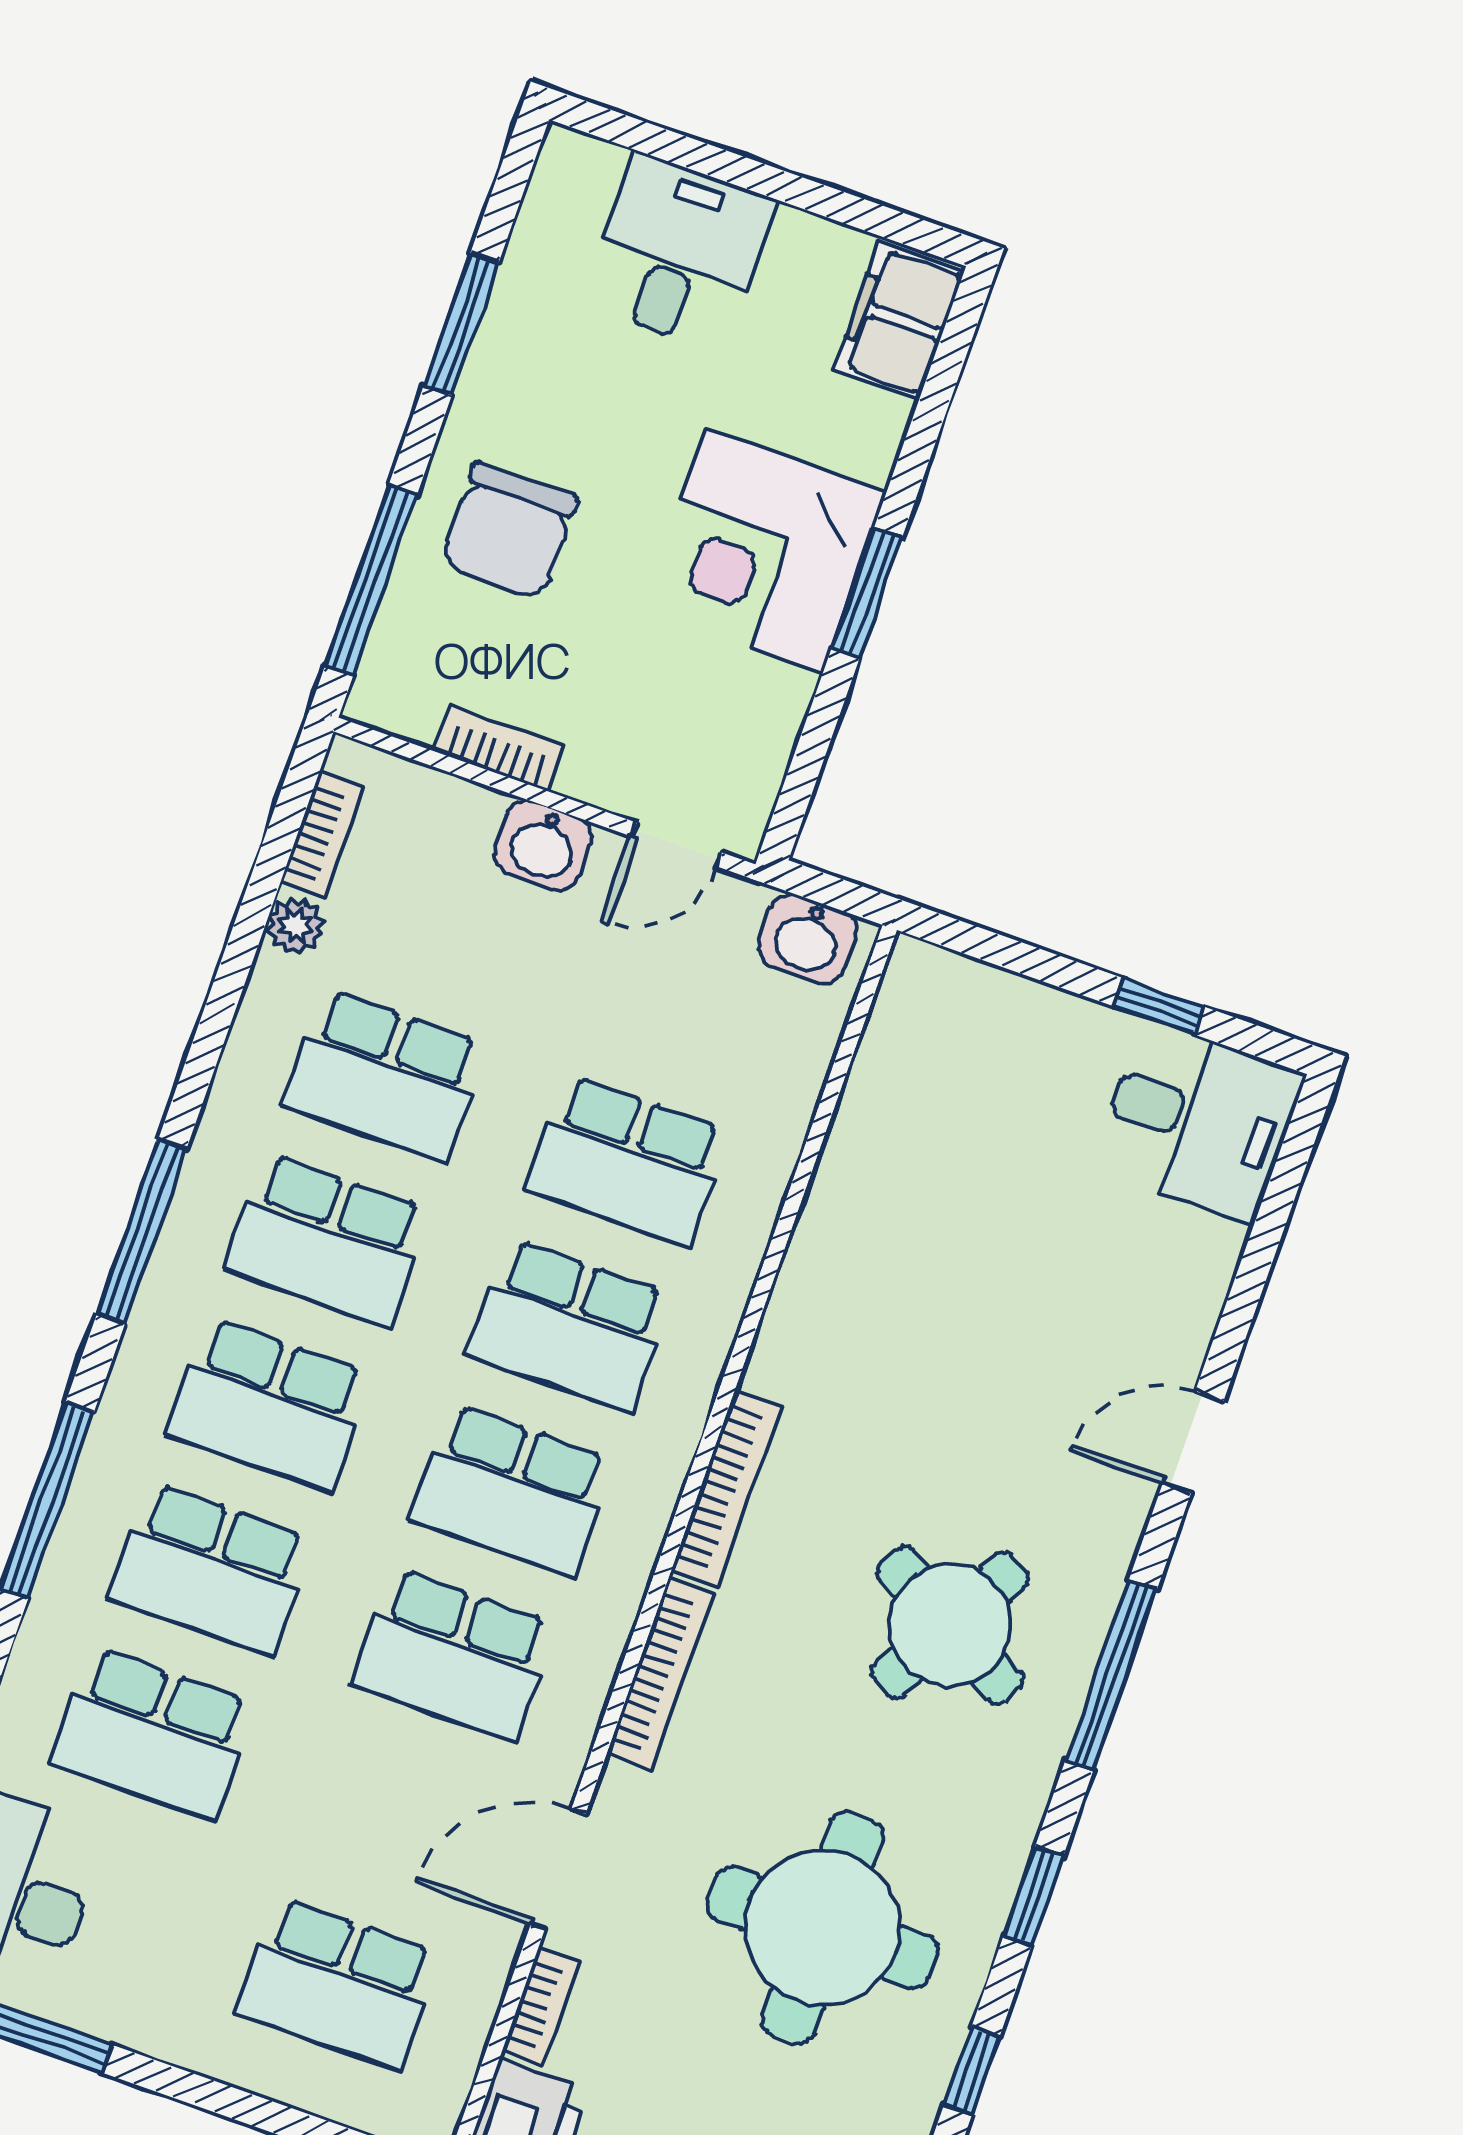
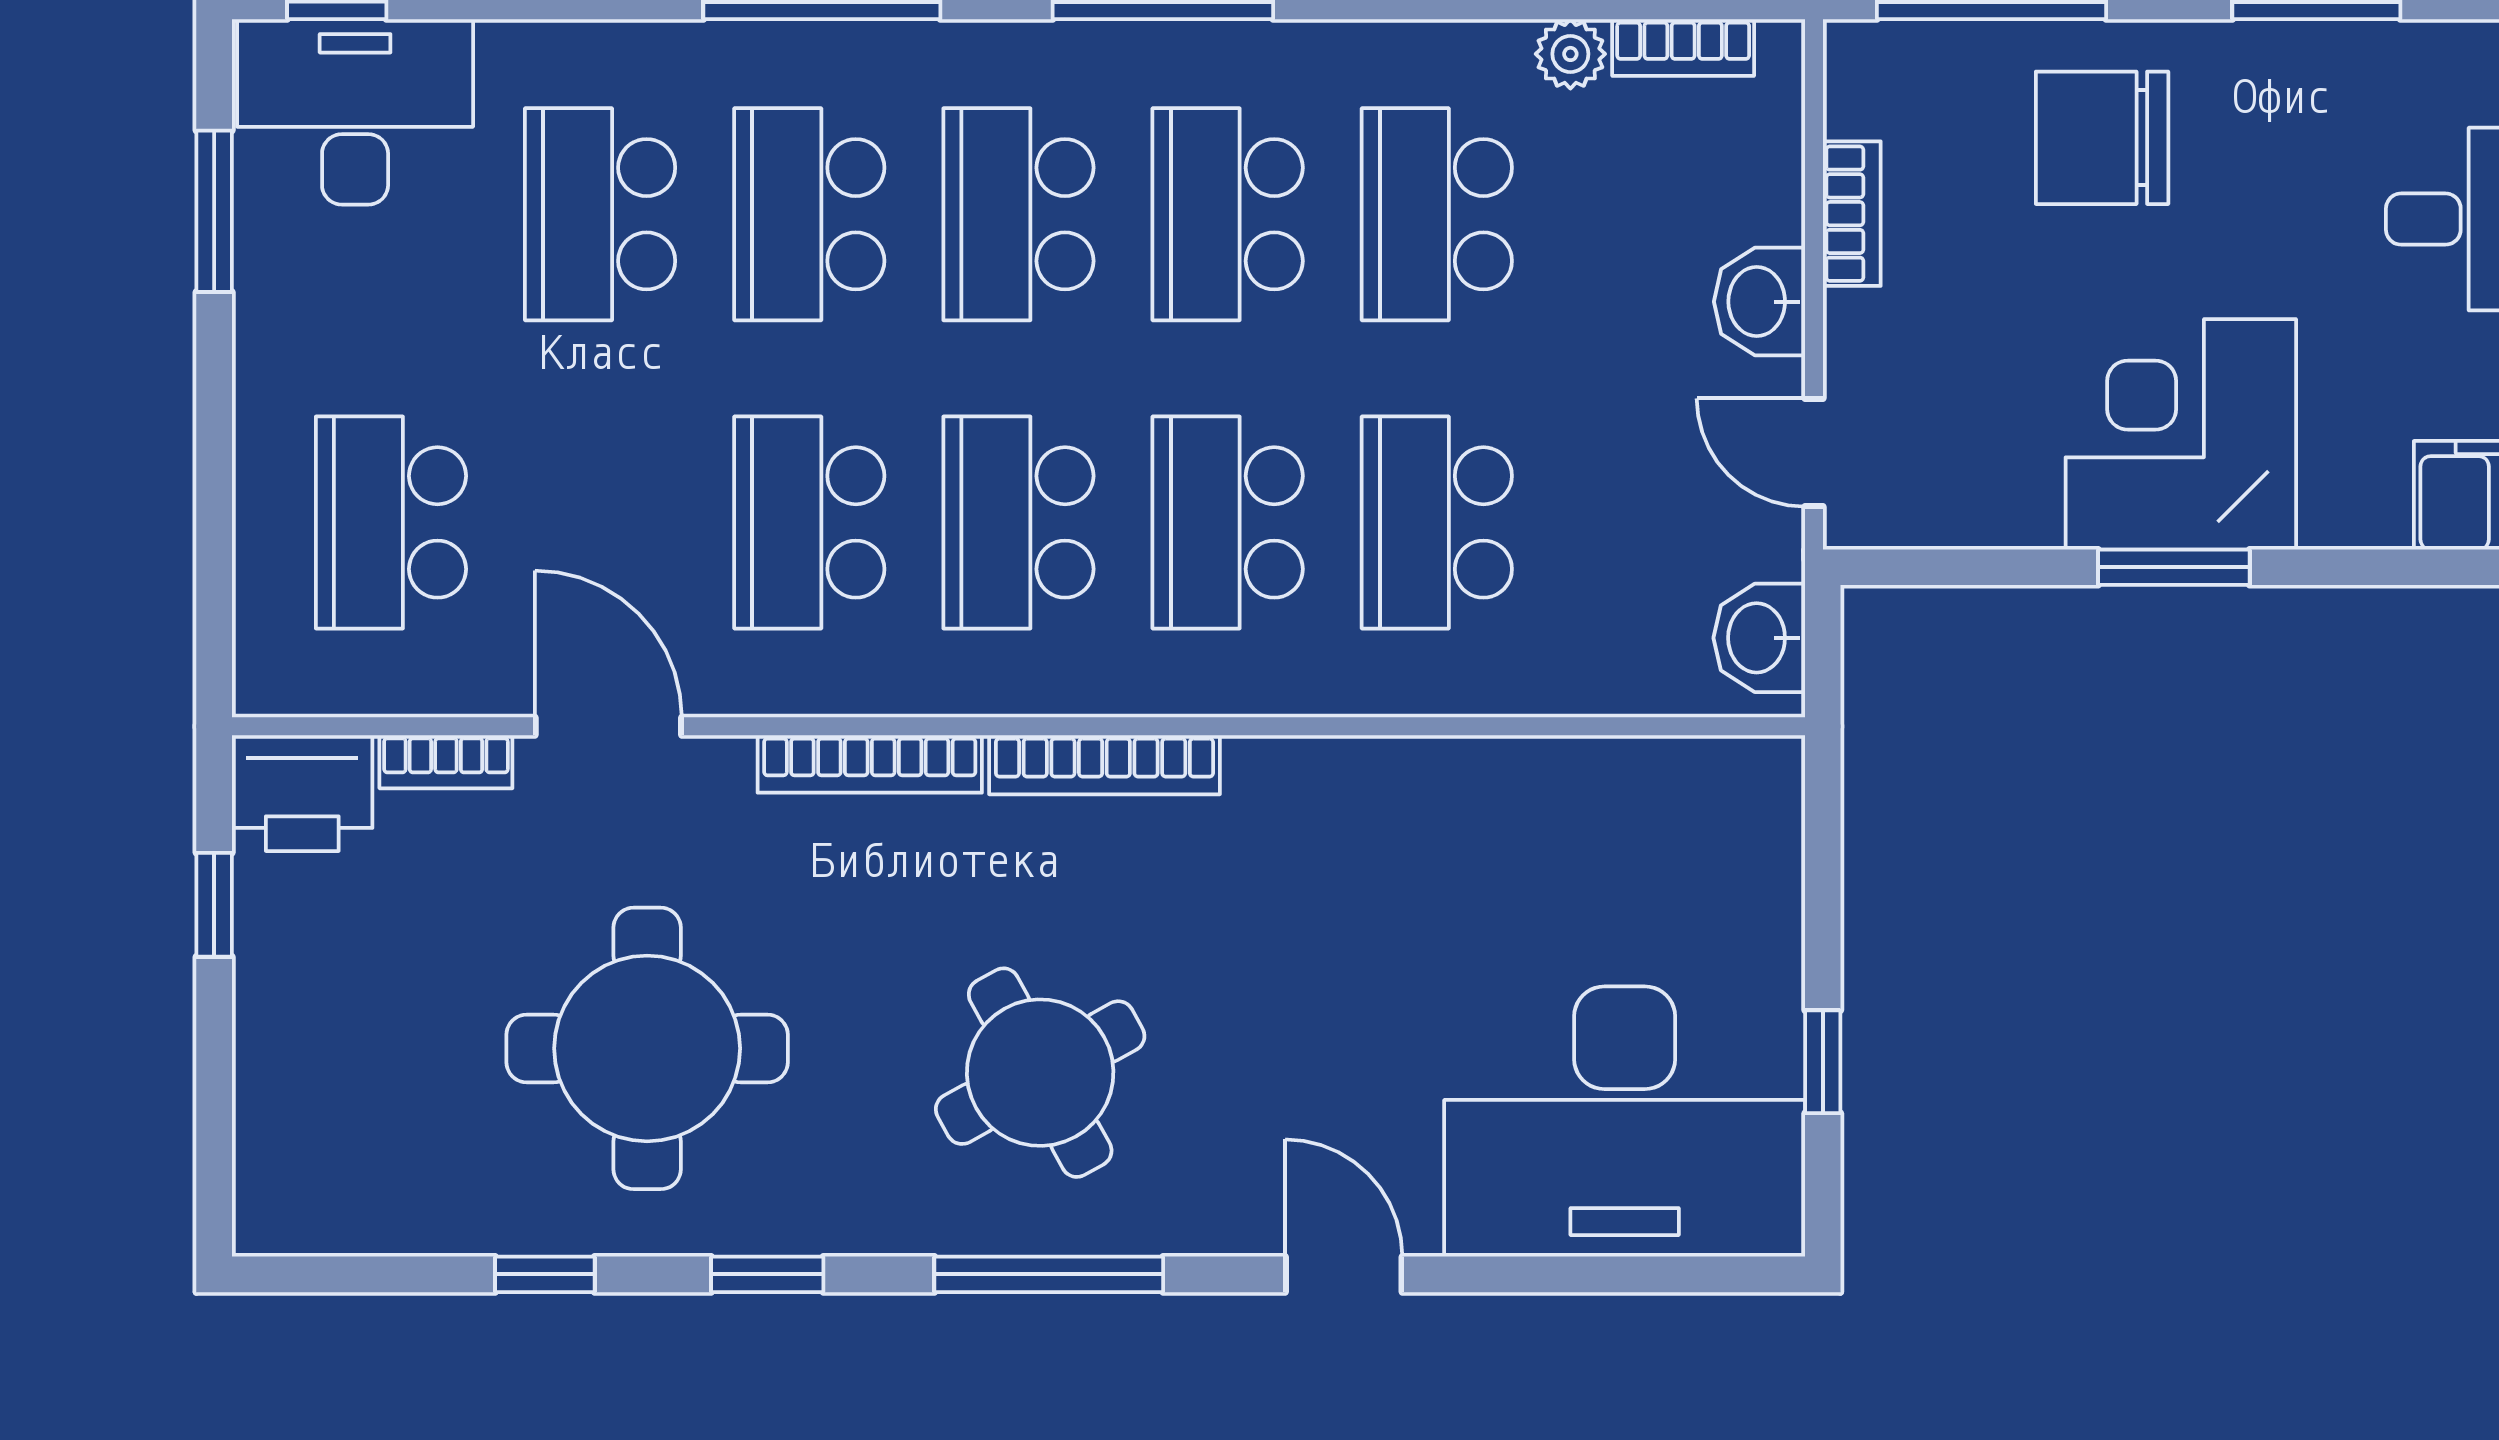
desk: (1199, 1121) -> (1625, 1122), width x1.87, depth x1.30
round table: (950, 1625) -> (1040, 1073), turned 32

